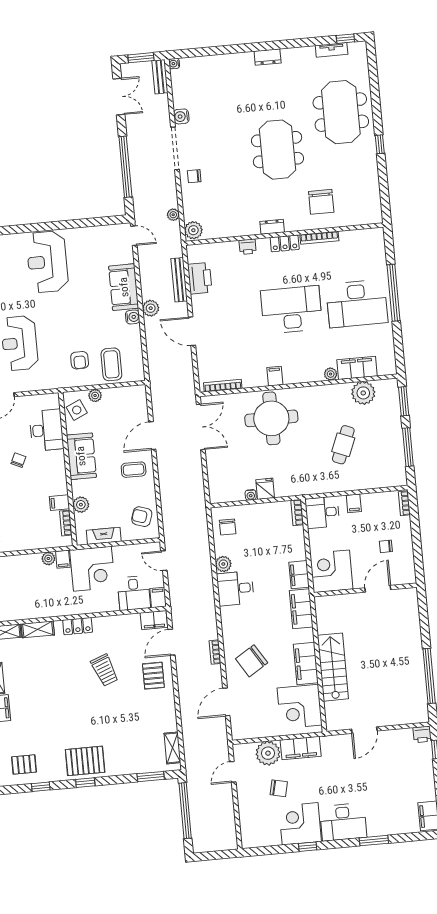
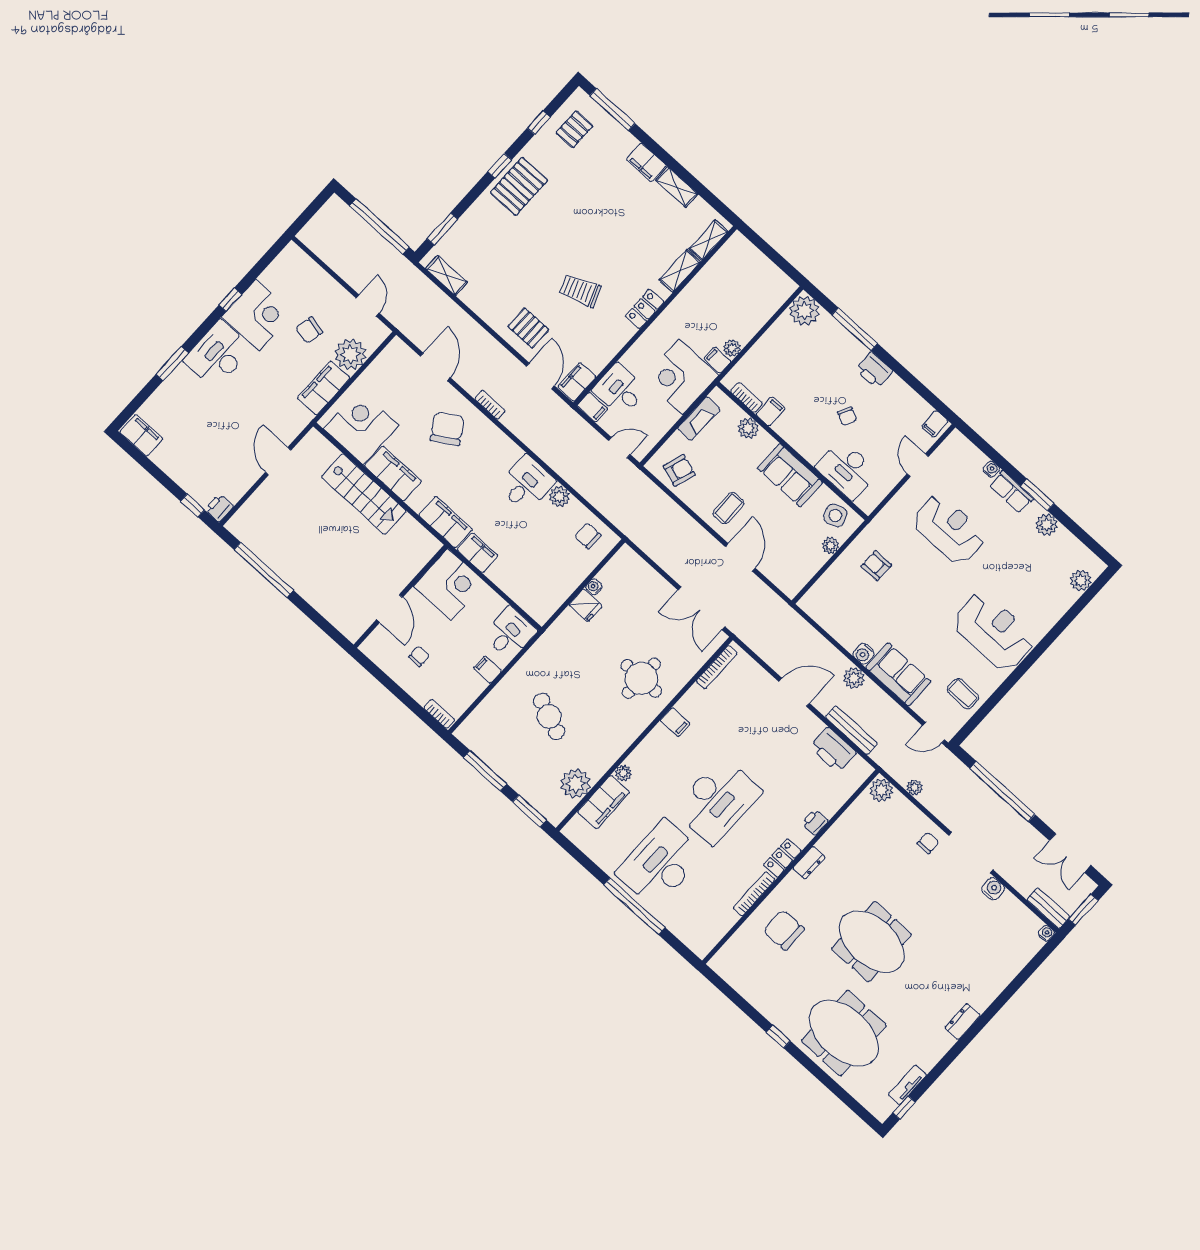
coffee table: (111, 364) -> (963, 694), moved, width x0.73, depth x0.77
round table: (271, 418) -> (641, 678), width x0.73, depth x0.73
bookcase: (297, 513) -> (534, 611), removed

